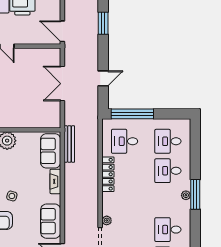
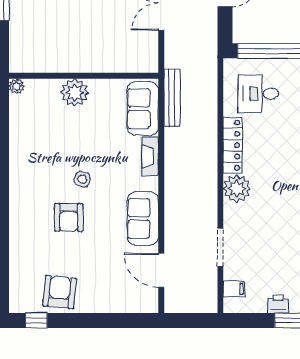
plant: (107, 220) -> (237, 189), moved, width x1.88, depth x1.88

